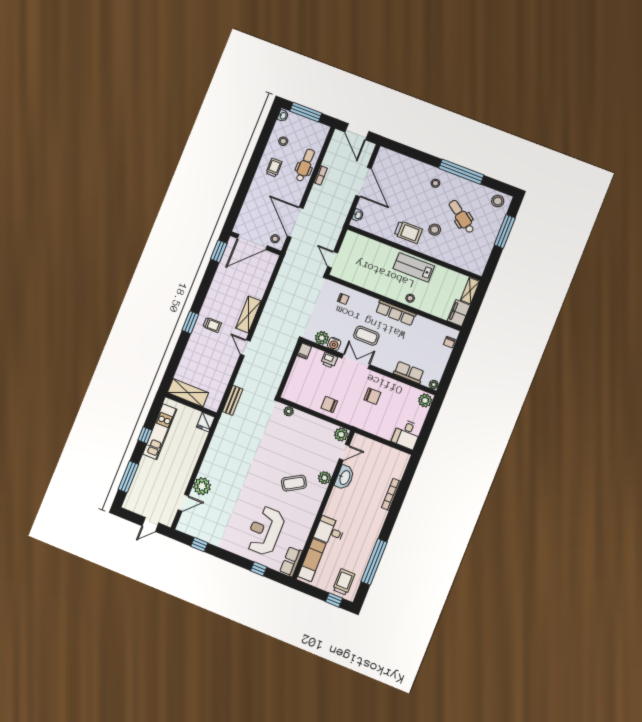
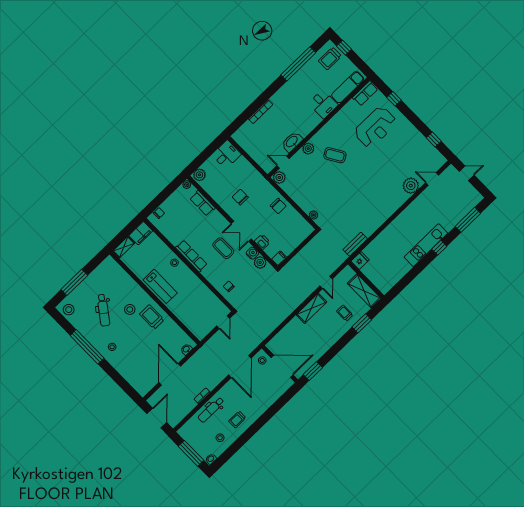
shelving: (188, 393) -> (364, 291), moved
wall: (191, 405) -> (366, 280), moved
fridge: (206, 422) -> (360, 261), moved

